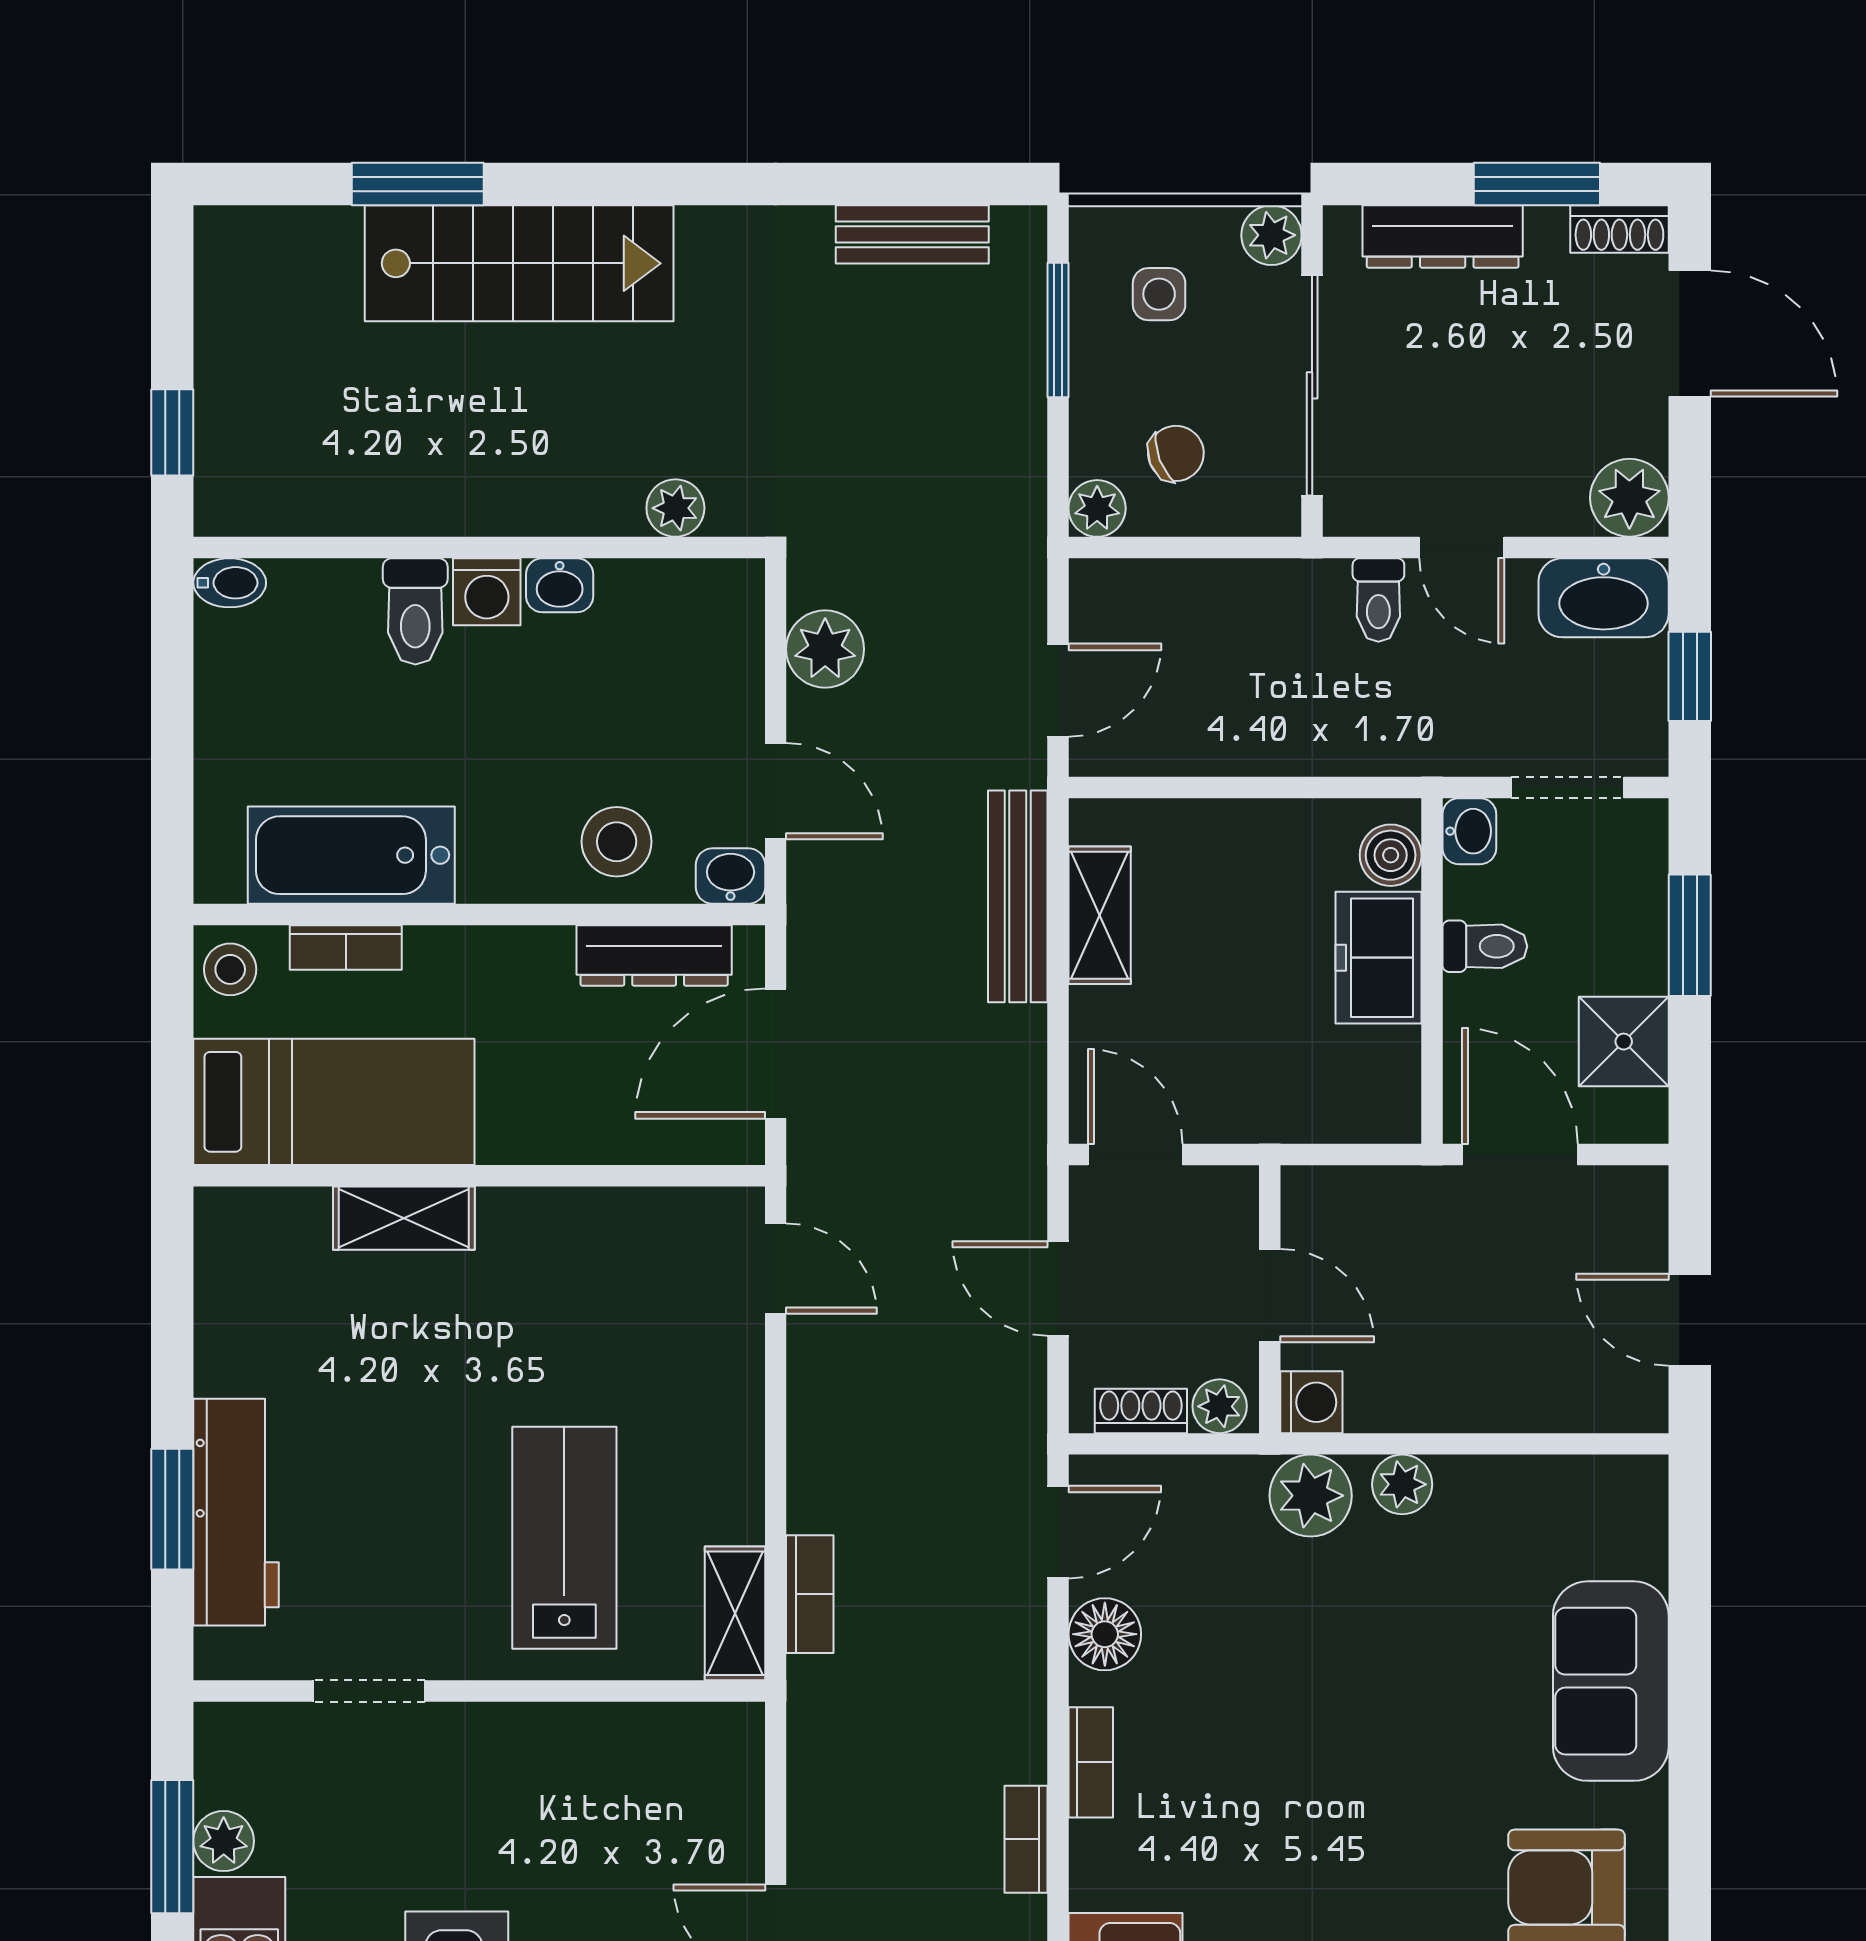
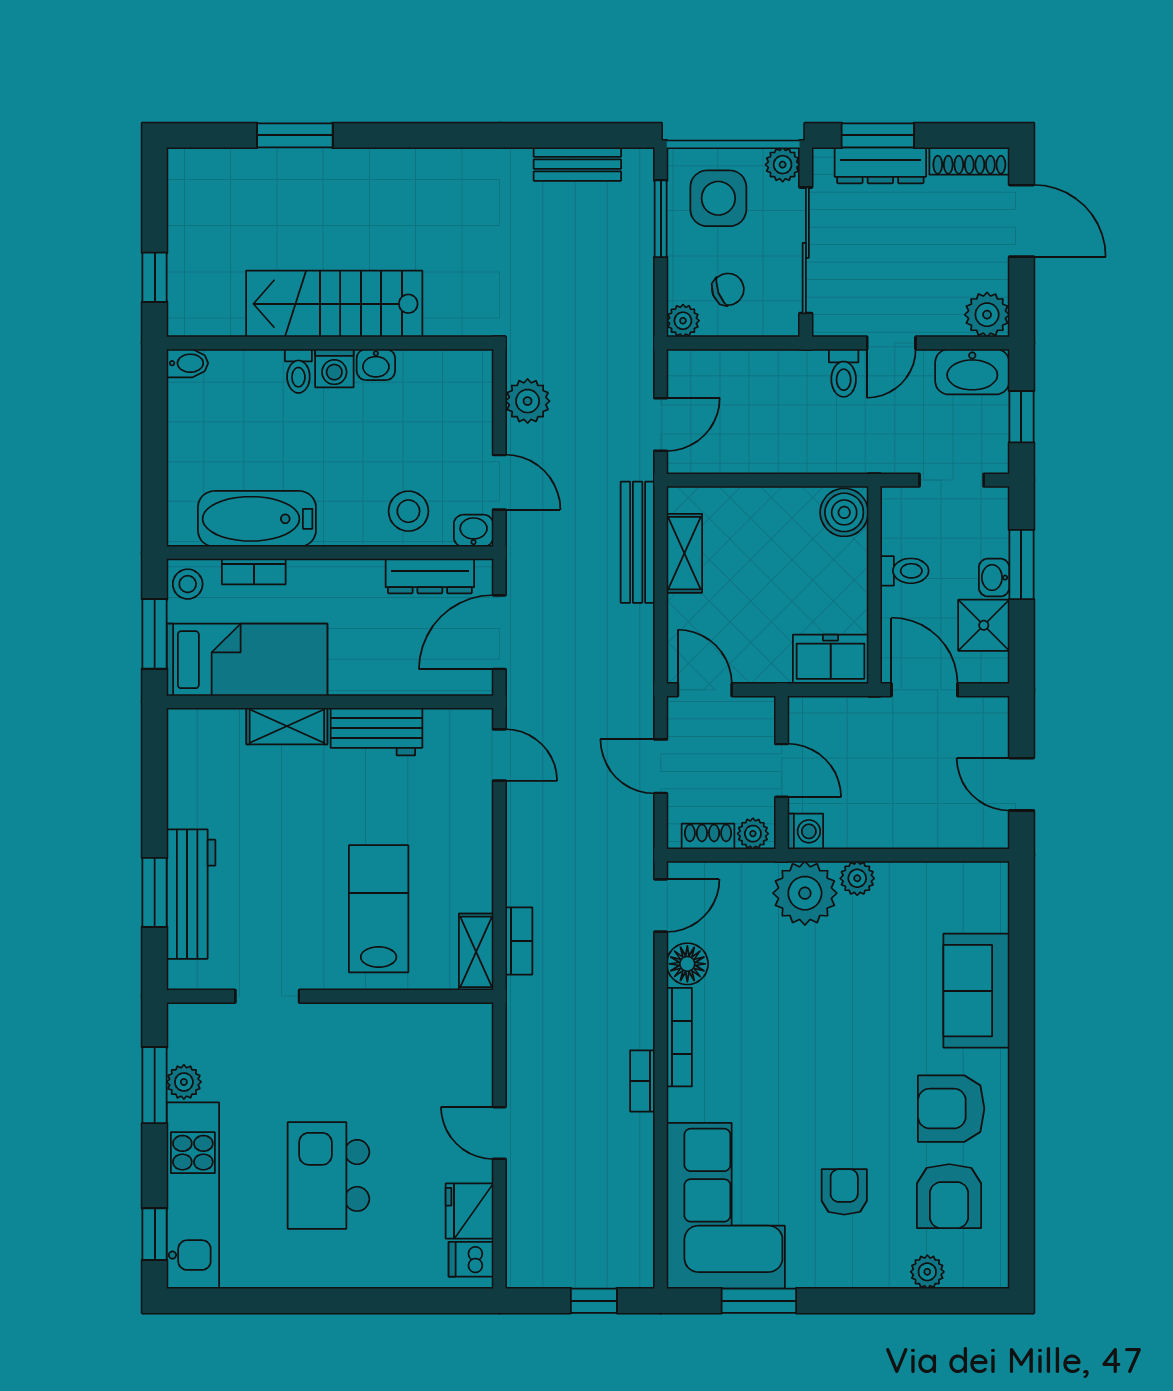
window: (1537, 184) -> (878, 135), moved
shoe rack: (1619, 229) -> (969, 161), width x1.43
stairs: (519, 263) -> (334, 304), moved, turned 180
side table: (1159, 294) -> (718, 198), width x1.87, depth x1.87
plant: (675, 508) -> (442, 320), removed
door: (1462, 547) -> (891, 343), hinge flipped
toilet: (415, 611) -> (298, 371), width x0.73, depth x0.72
washbasin: (1469, 831) -> (994, 578), moved, turned 180
boiler: (1391, 855) -> (844, 512), width x1.36, depth x1.36
freezer: (1379, 958) -> (831, 659), moved, turned 90
window: (172, 1057) -> (155, 634), added
workbench: (561, 1228) -> (376, 732), added
plant: (1311, 1496) -> (805, 893), width x1.36, depth x1.36
bookcase: (1091, 1762) -> (679, 1037), width x1.56

